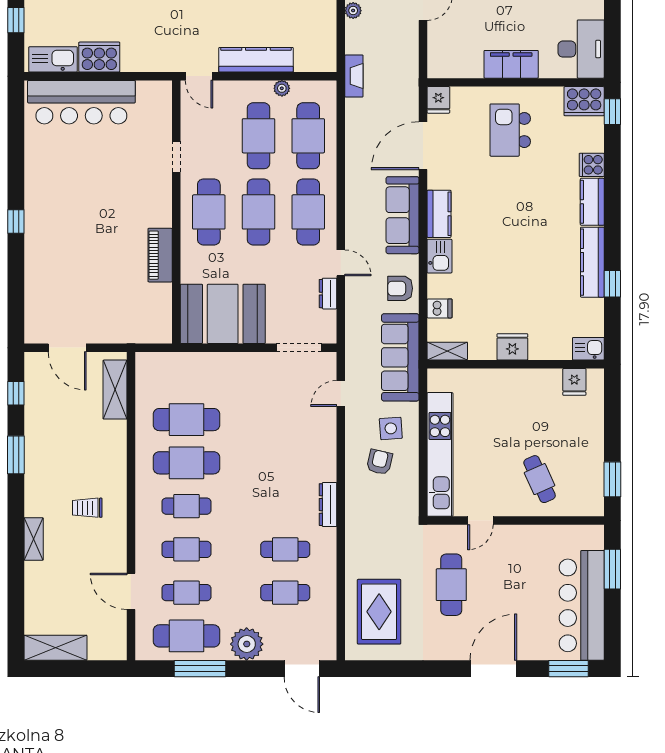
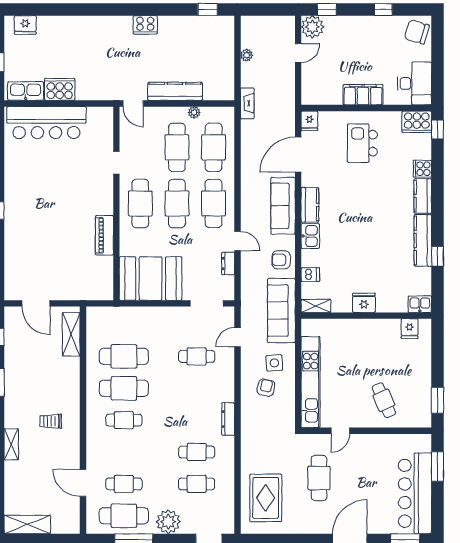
cafe table: (186, 549) -> (197, 356), moved

